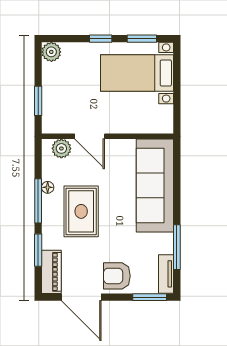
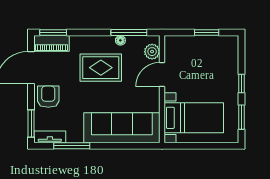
plant: (51, 52) -> (231, 43), removed
bed with nightstands: (137, 73) -> (194, 118), moved, turned 90
window: (38, 101) -> (207, 33), moved
window: (38, 201) -> (129, 33), moved
window: (38, 250) -> (53, 33), moved

